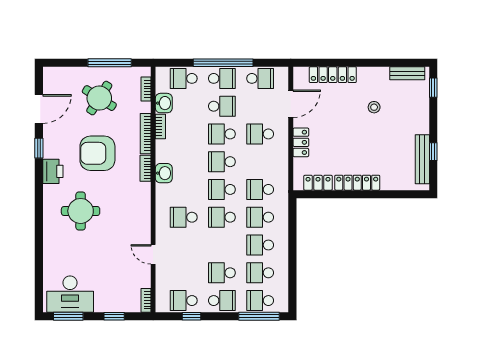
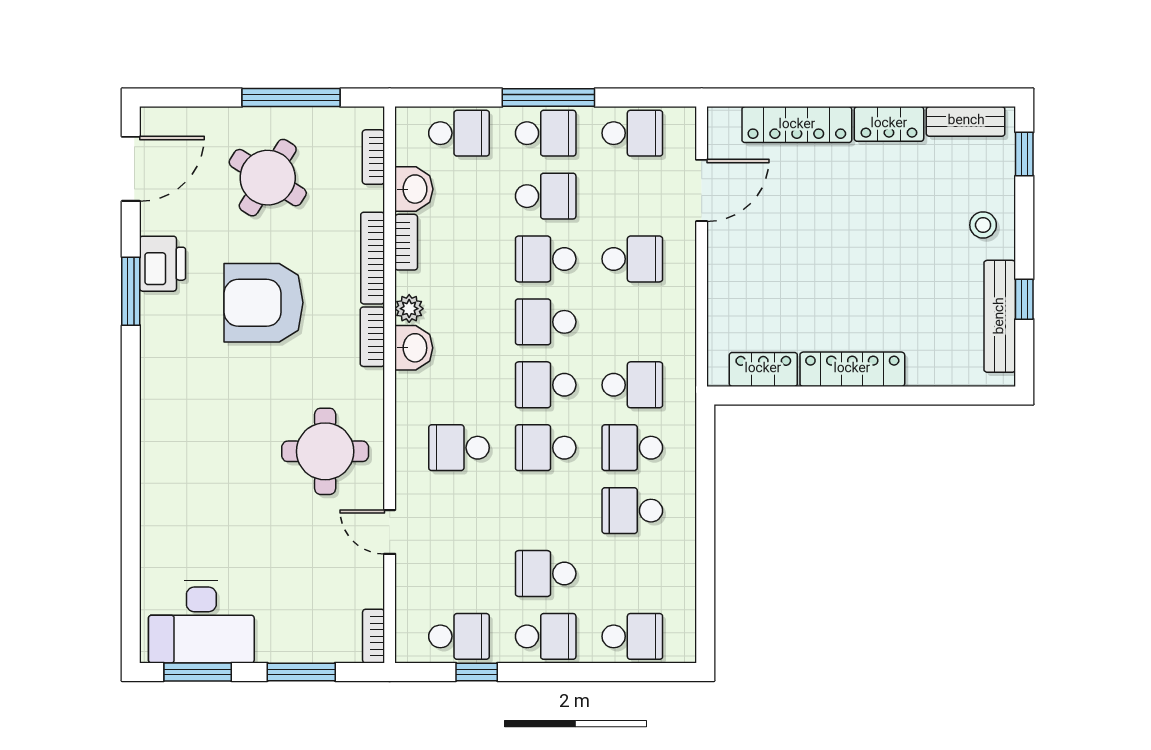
window: (223, 63) -> (548, 98), width x0.68
school desk: (184, 78) -> (459, 133), turned 180
stool: (374, 107) -> (983, 225), moved
door: (39, 109) -> (131, 169), moved
school desk: (260, 134) -> (632, 259), turned 180
locker: (301, 142) -> (889, 124), moved, turned 90
window: (39, 148) -> (131, 291), width x1.50
plant: (162, 156) -> (409, 309), added
printer: (53, 171) -> (163, 264), moved
school desk: (260, 189) -> (632, 385), turned 180
round table: (81, 211) -> (325, 451), moved
school desk: (260, 273) -> (632, 574), removed
school desk: (184, 301) -> (459, 636), turned 180
school desk: (260, 301) -> (632, 636), turned 180
window: (114, 316) -> (301, 672), width x1.50
window: (259, 316) -> (630, 672), removed

